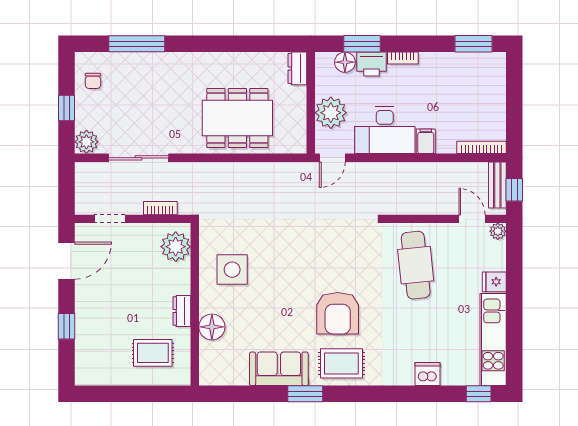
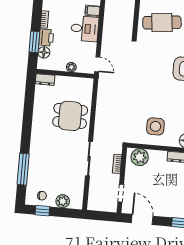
window: (67, 108) -> (42, 211), moved
plant: (331, 113) -> (71, 67), width x0.53, depth x0.53
dining table: (237, 118) -> (70, 116), width x0.73
desk: (385, 130) -> (85, 29), width x0.73
plant: (86, 142) -> (63, 201), moved
sliding door: (139, 158) -> (89, 159), moved

